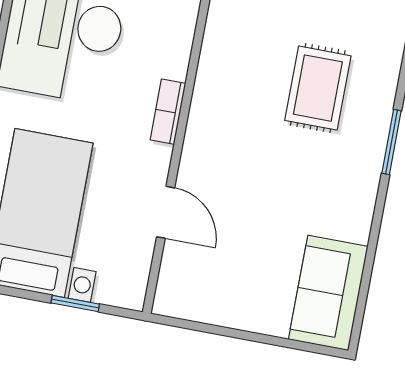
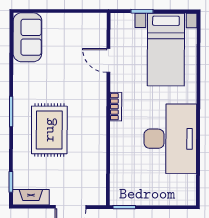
rug: (318, 88) -> (49, 130), width x1.36, depth x1.43

